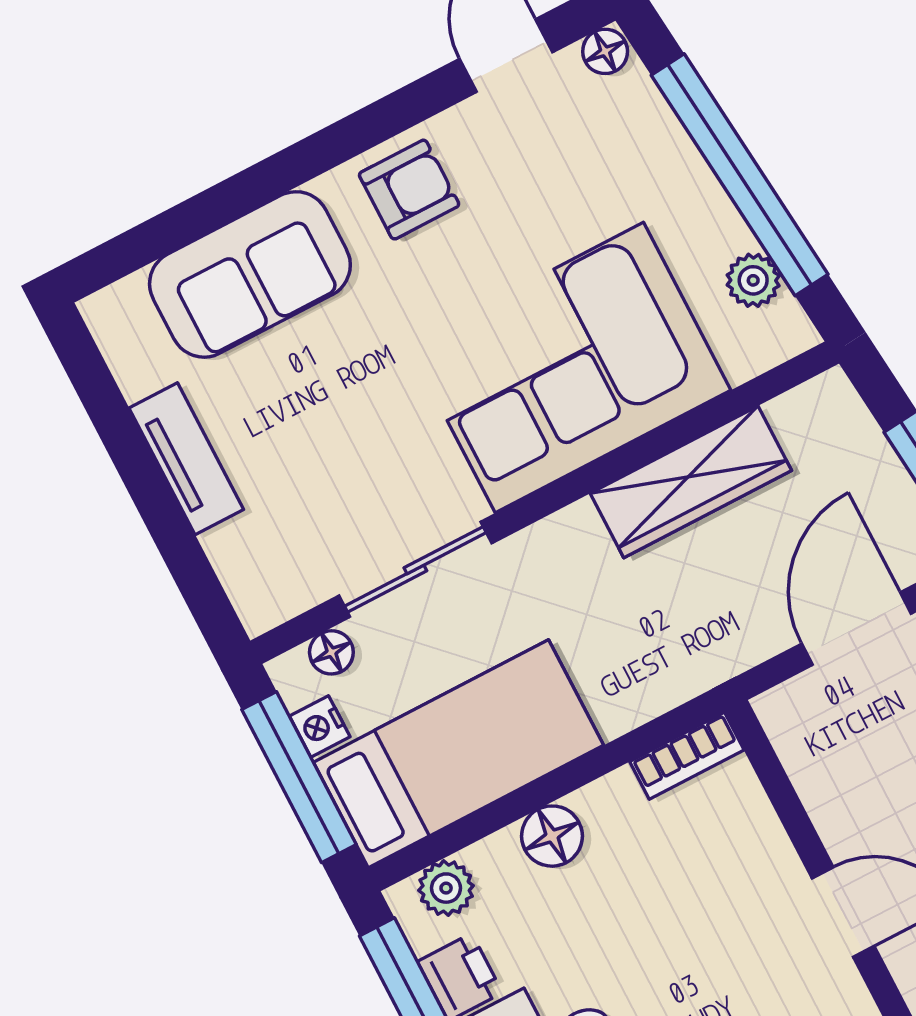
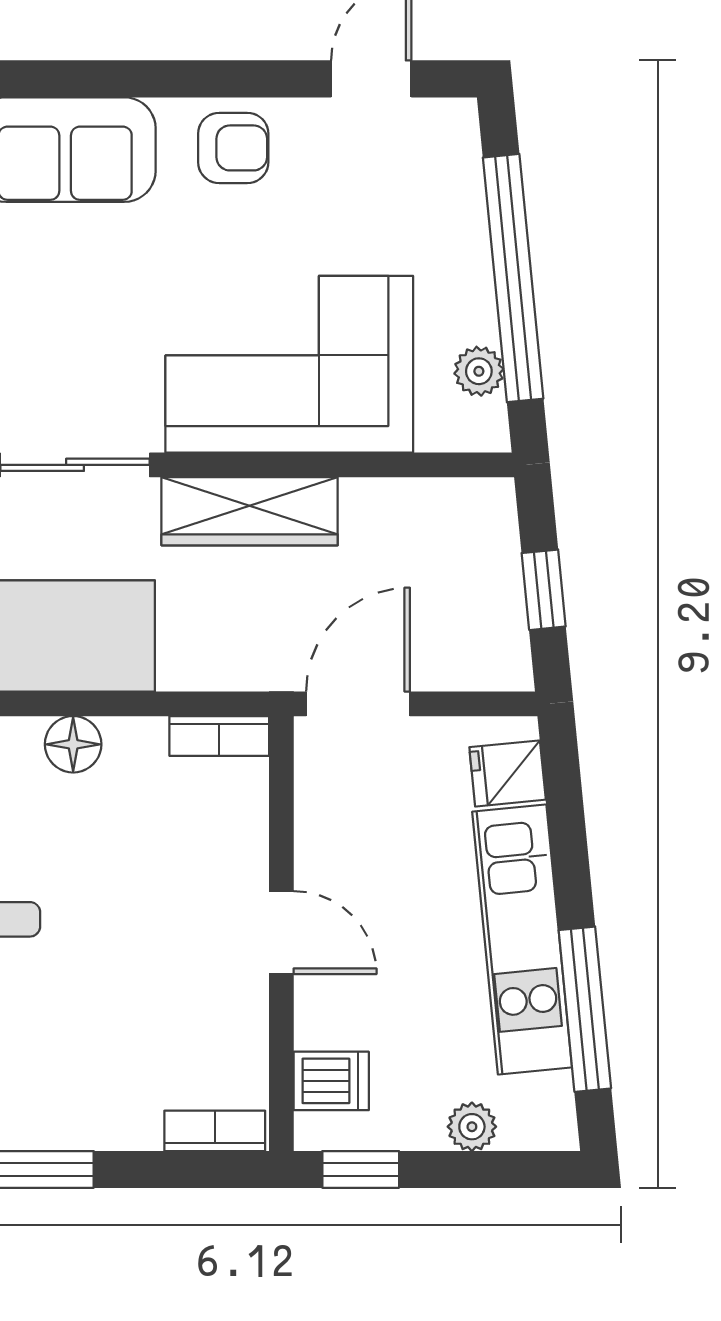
floor lamp: (605, 51) -> (455, 118), removed
wardrobe: (691, 482) -> (250, 511), moved
door: (856, 629) -> (358, 704), moved

